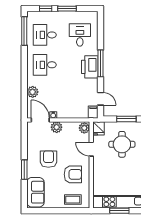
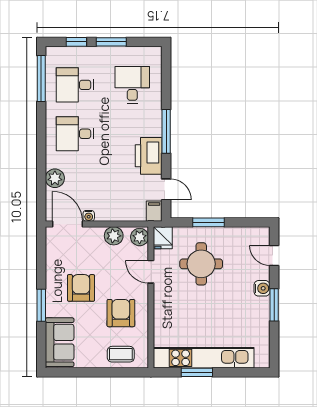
printer: (90, 67) -> (149, 156), moved
plant: (57, 127) -> (114, 236), moved
armchair: (73, 174) -> (121, 313), turned -90

